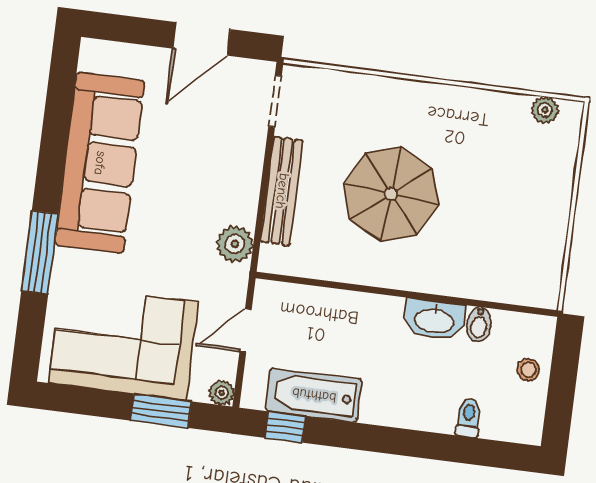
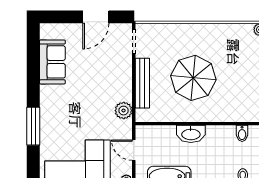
sofa: (100, 163) -> (52, 62), width x0.54, depth x0.79
washbasin: (434, 320) -> (191, 134), moved
door: (246, 330) -> (134, 150), hinge flipped

